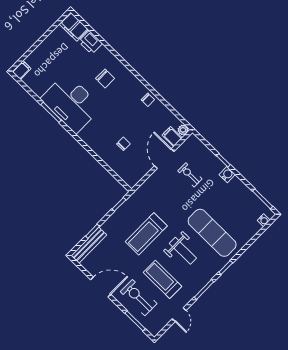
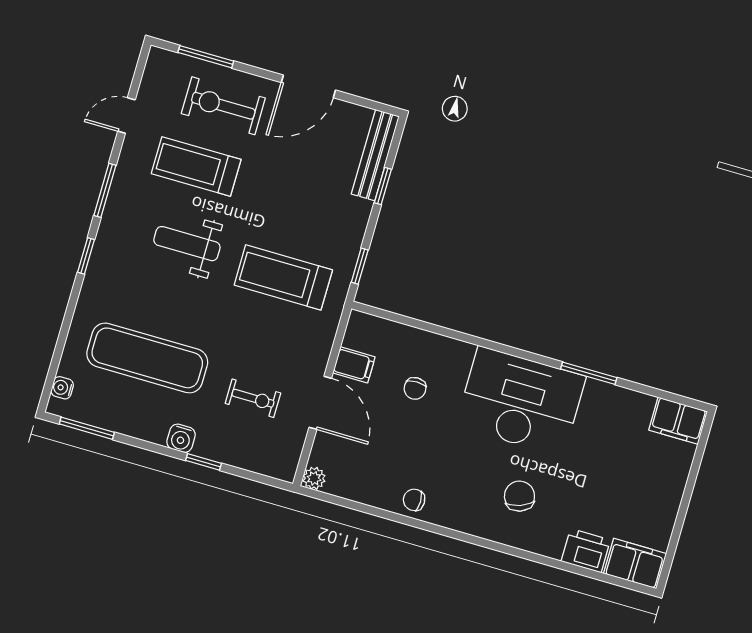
filing cabinet: (22, 70) -> (678, 421), width x2.00
chair: (105, 78) -> (519, 496), turned 70
desk: (71, 103) -> (521, 401), moved
filing cabinet: (172, 137) -> (354, 365), moved
exercise mat: (212, 233) -> (147, 358), moved
treadmill: (146, 234) -> (283, 277), moved, turned -90
treadmill: (163, 279) -> (196, 166), turned 180
exercise bike: (139, 298) -> (223, 106), turned 180
door: (179, 315) -> (126, 116), hinge flipped

